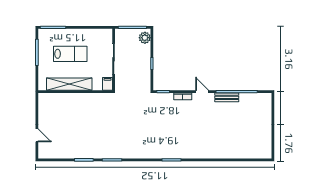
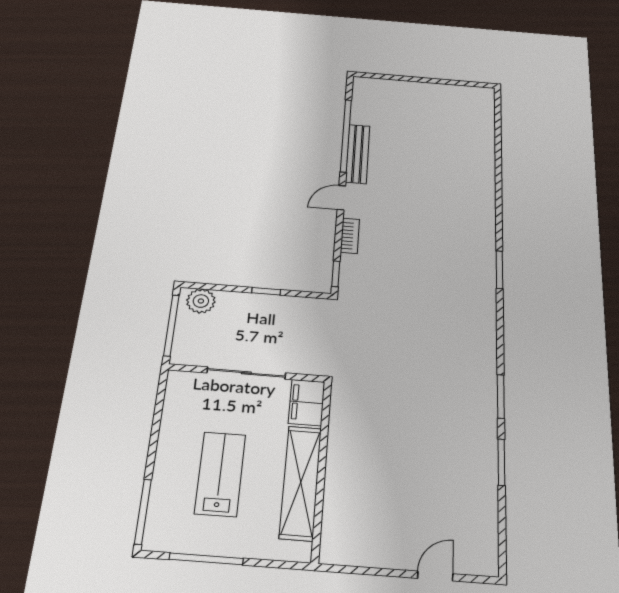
filing cabinet: (108, 84) -> (307, 403), width x2.00
bench: (227, 97) -> (358, 154), width x1.36

